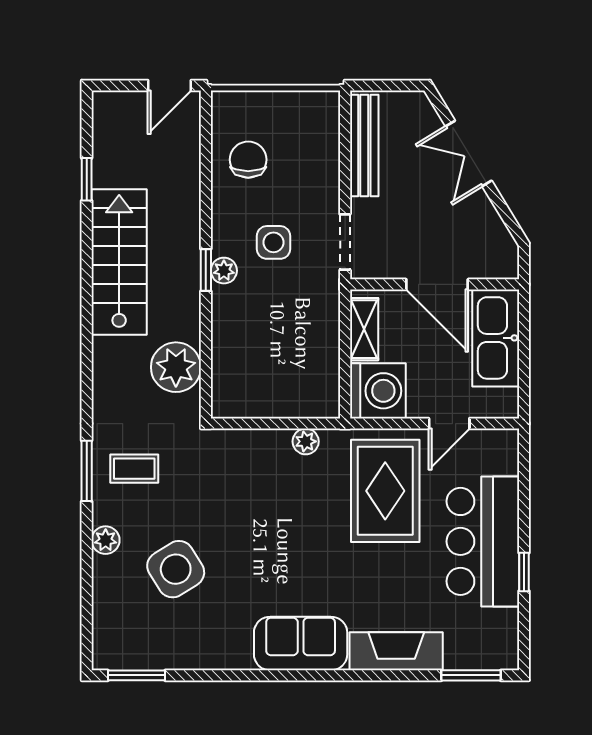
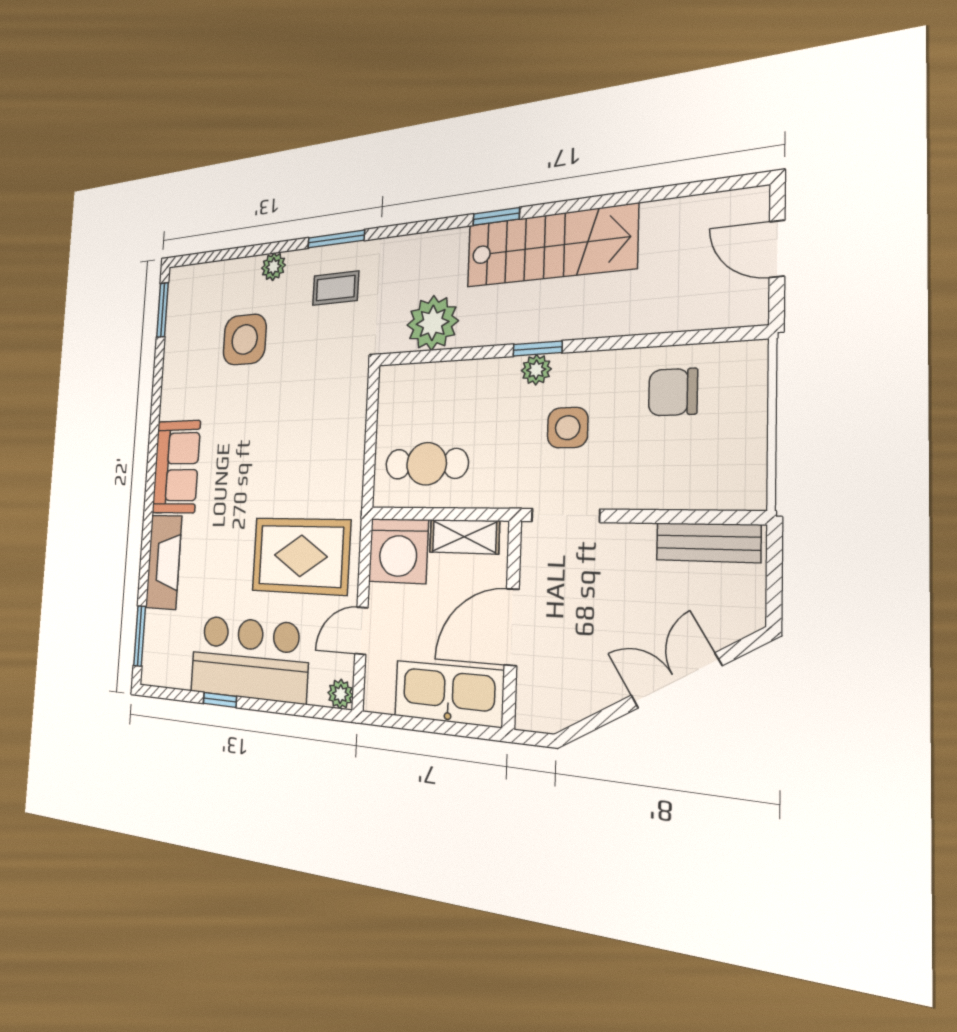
door: (170, 86) -> (777, 249), moved
bench: (364, 146) -> (708, 543), width x0.73
chair: (248, 160) -> (673, 392), turned 180
window: (87, 179) -> (496, 216), moved
cafe table: (301, 367) -> (427, 464), added
door: (449, 424) -> (361, 631), hinge flipped
plant: (306, 441) -> (340, 694), moved
coffee table: (134, 469) -> (336, 288), turned 90
side table: (176, 569) -> (245, 339), turned 32

